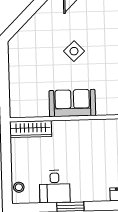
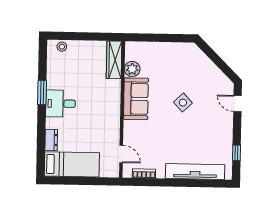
plant: (40, 109) -> (132, 69), added
desk: (55, 187) -> (60, 104), moved

